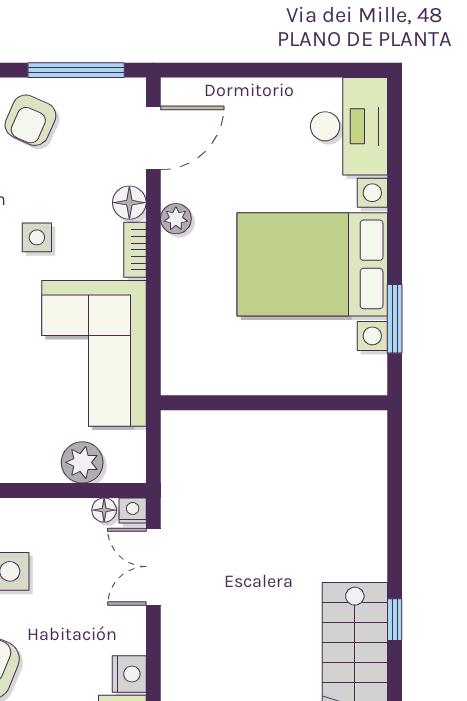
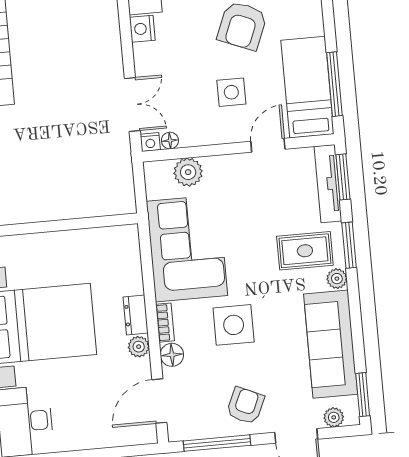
side table: (37, 237) -> (234, 325), width x1.87, depth x1.87
dresser: (176, 264) -> (136, 315), added

